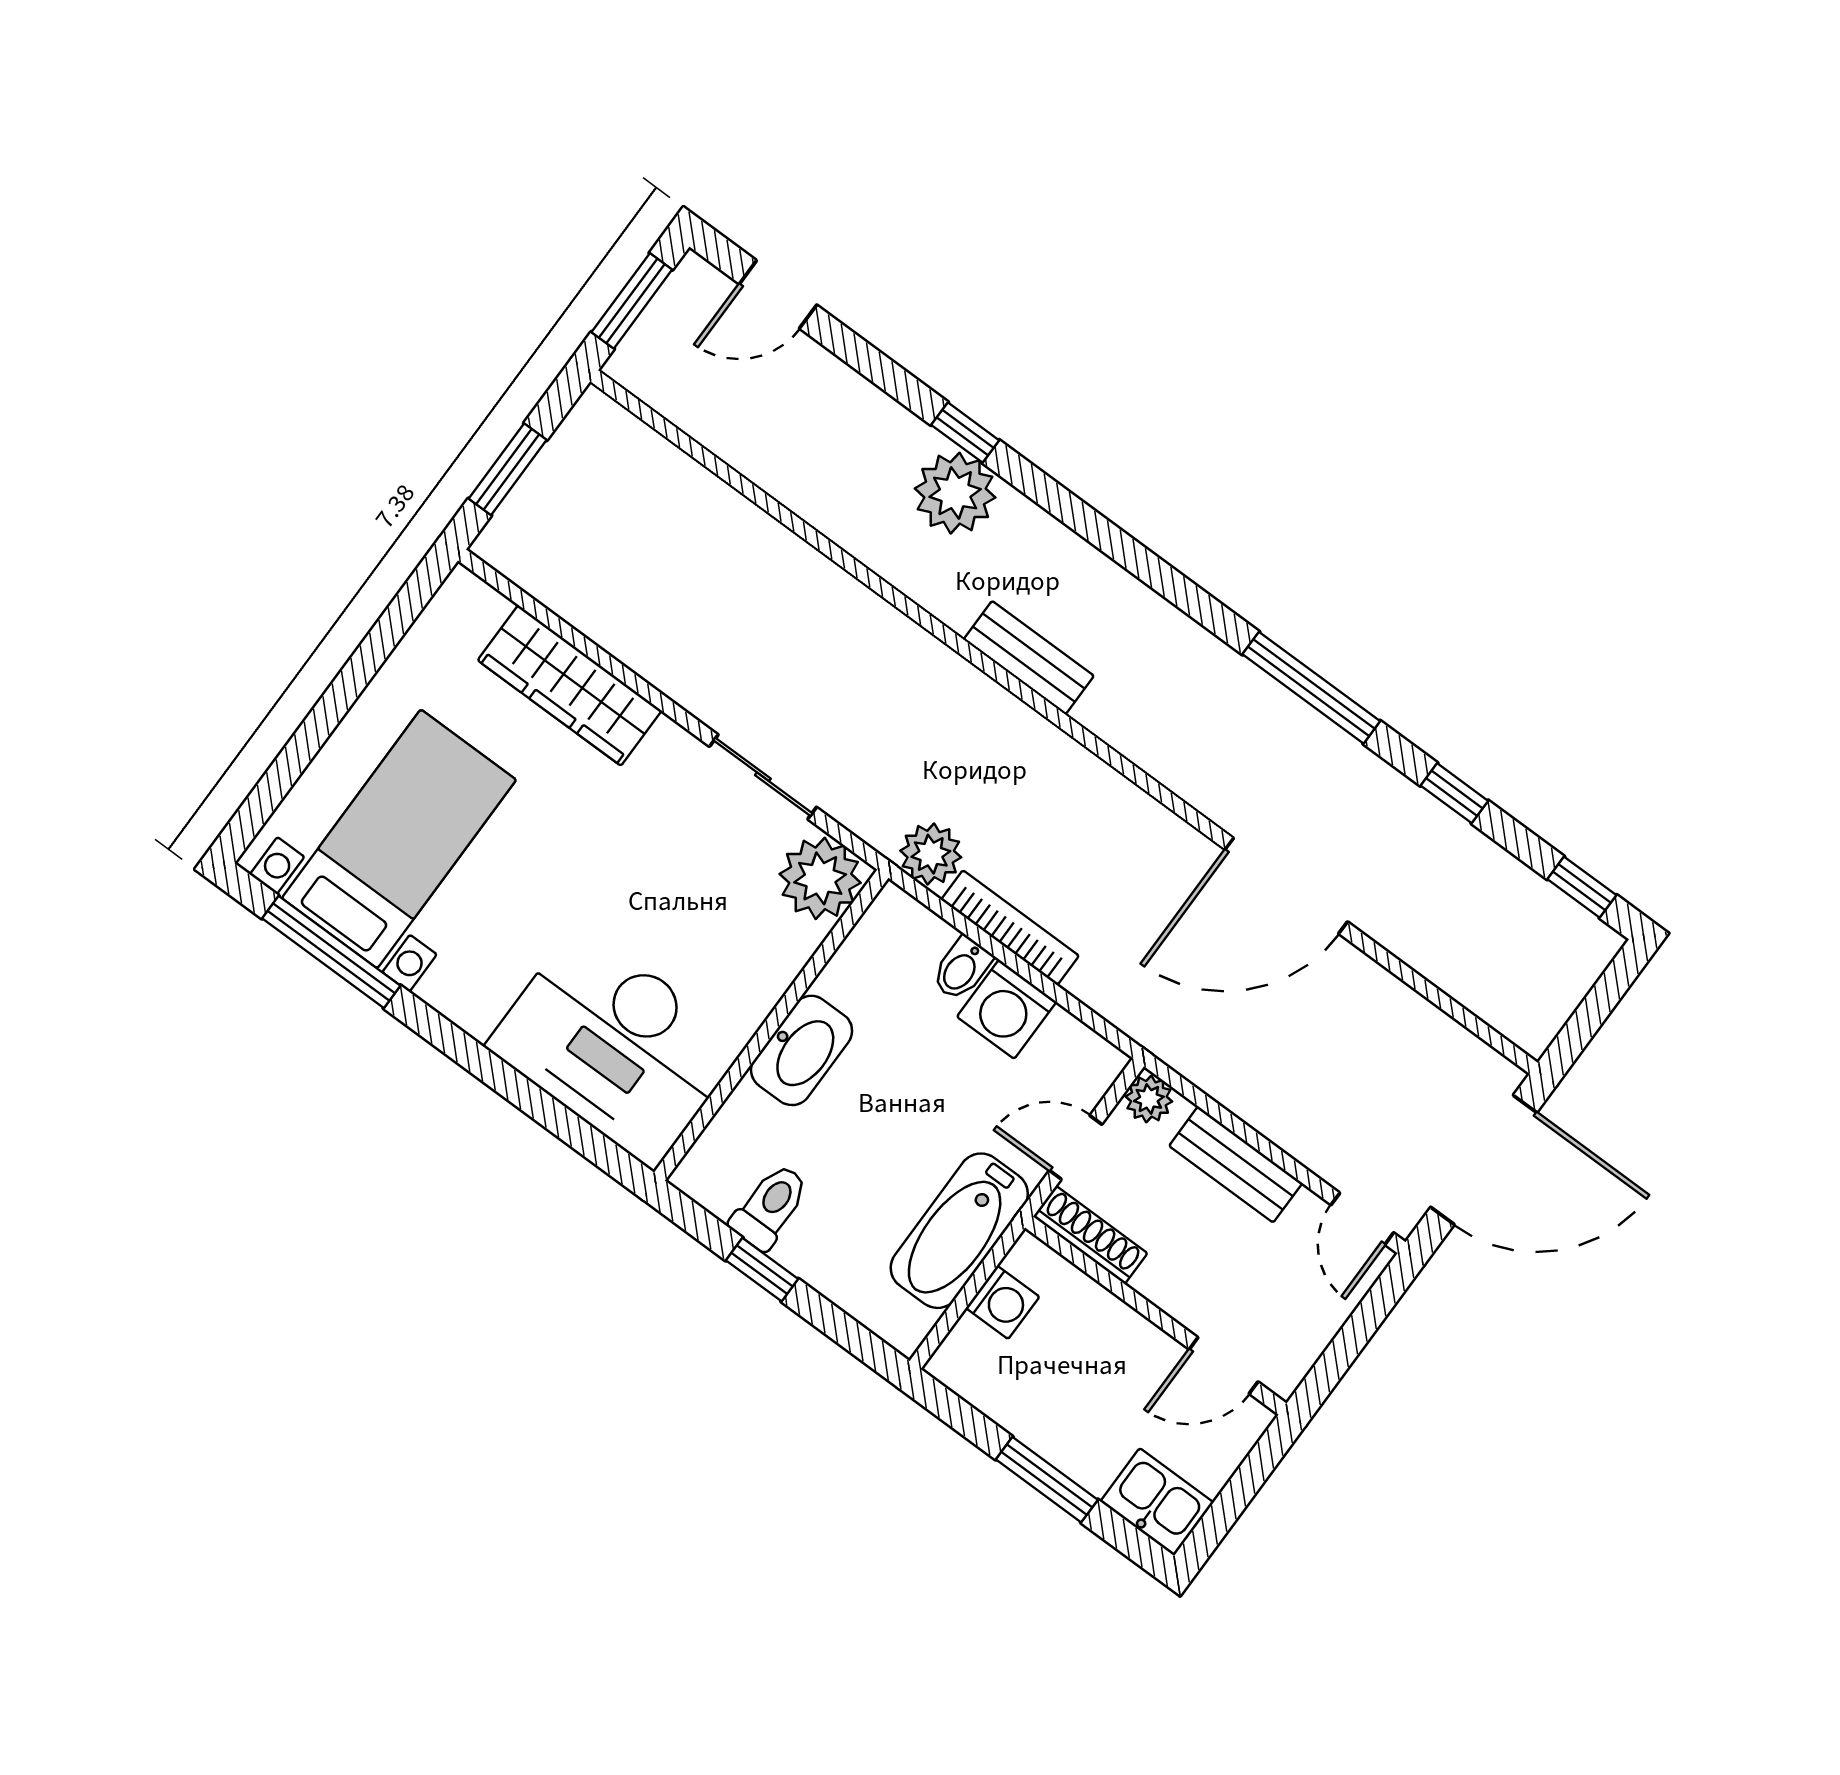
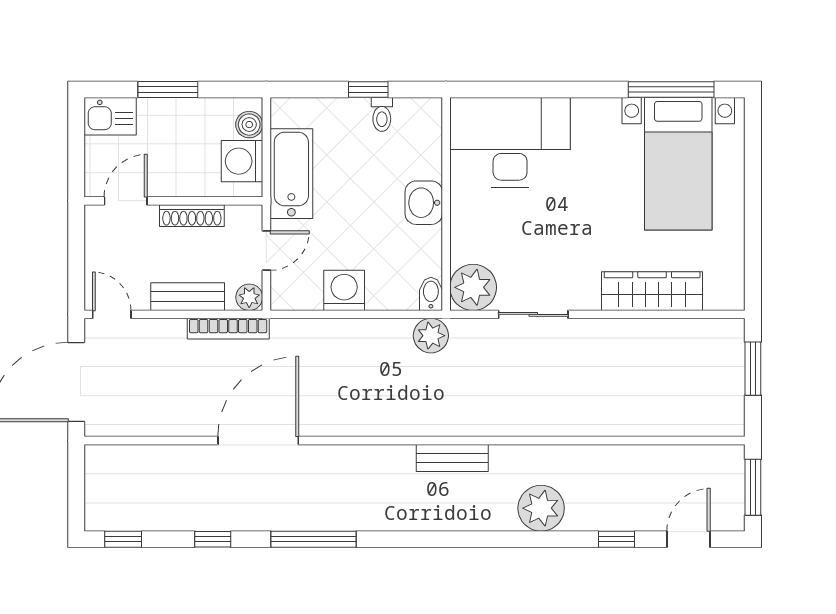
window: (965, 433) -> (616, 539), moved
bookcase: (1010, 928) -> (228, 329), moved
bidet: (962, 969) -> (431, 294), moved
washbasin: (802, 1050) -> (424, 203), width x0.72
toilet: (770, 1207) -> (382, 114), width x0.73, depth x0.72
shoe rack: (1090, 1235) -> (192, 216), moved
washing machine: (1003, 1302) -> (242, 161), width x1.38, depth x1.38
boiler: (968, 1345) -> (249, 125), added

